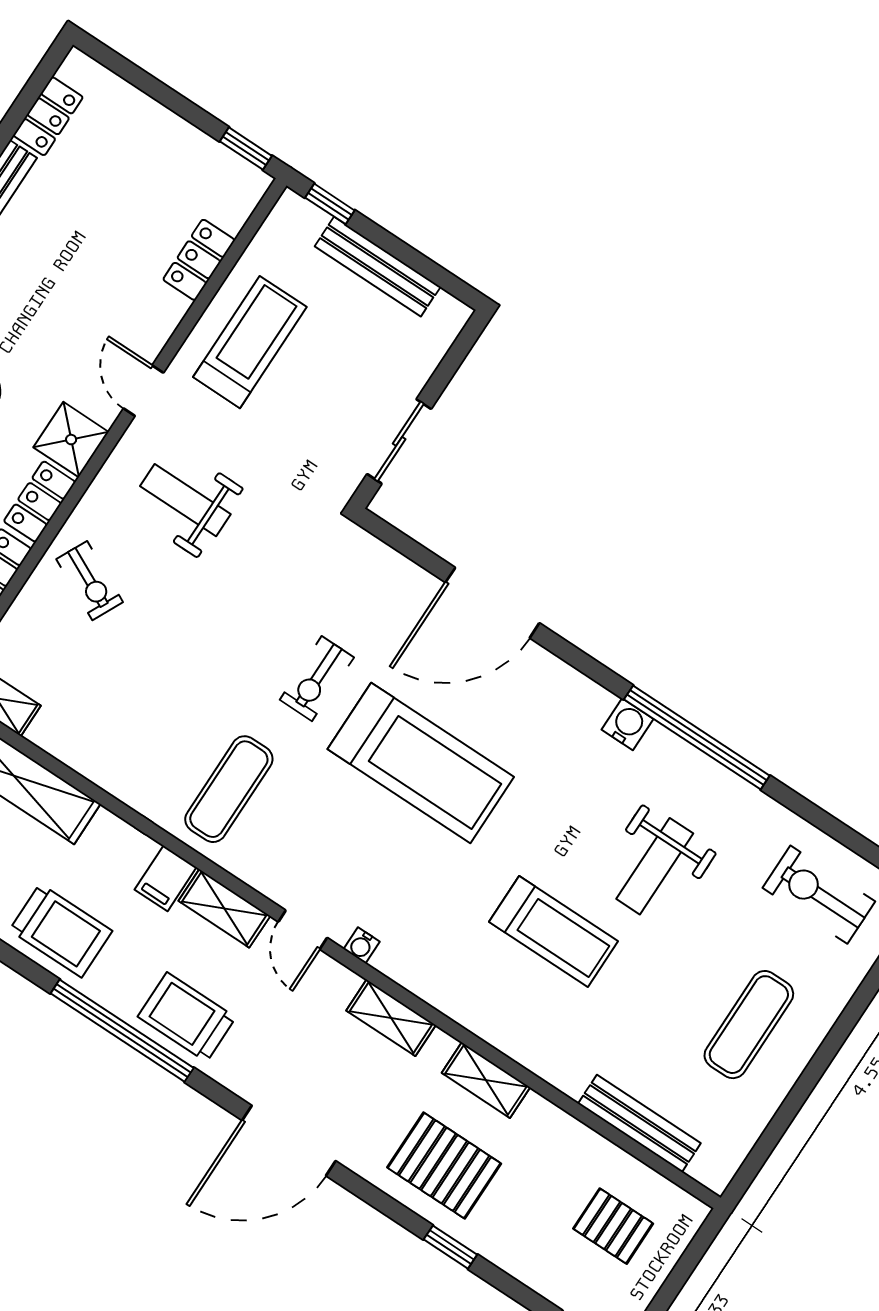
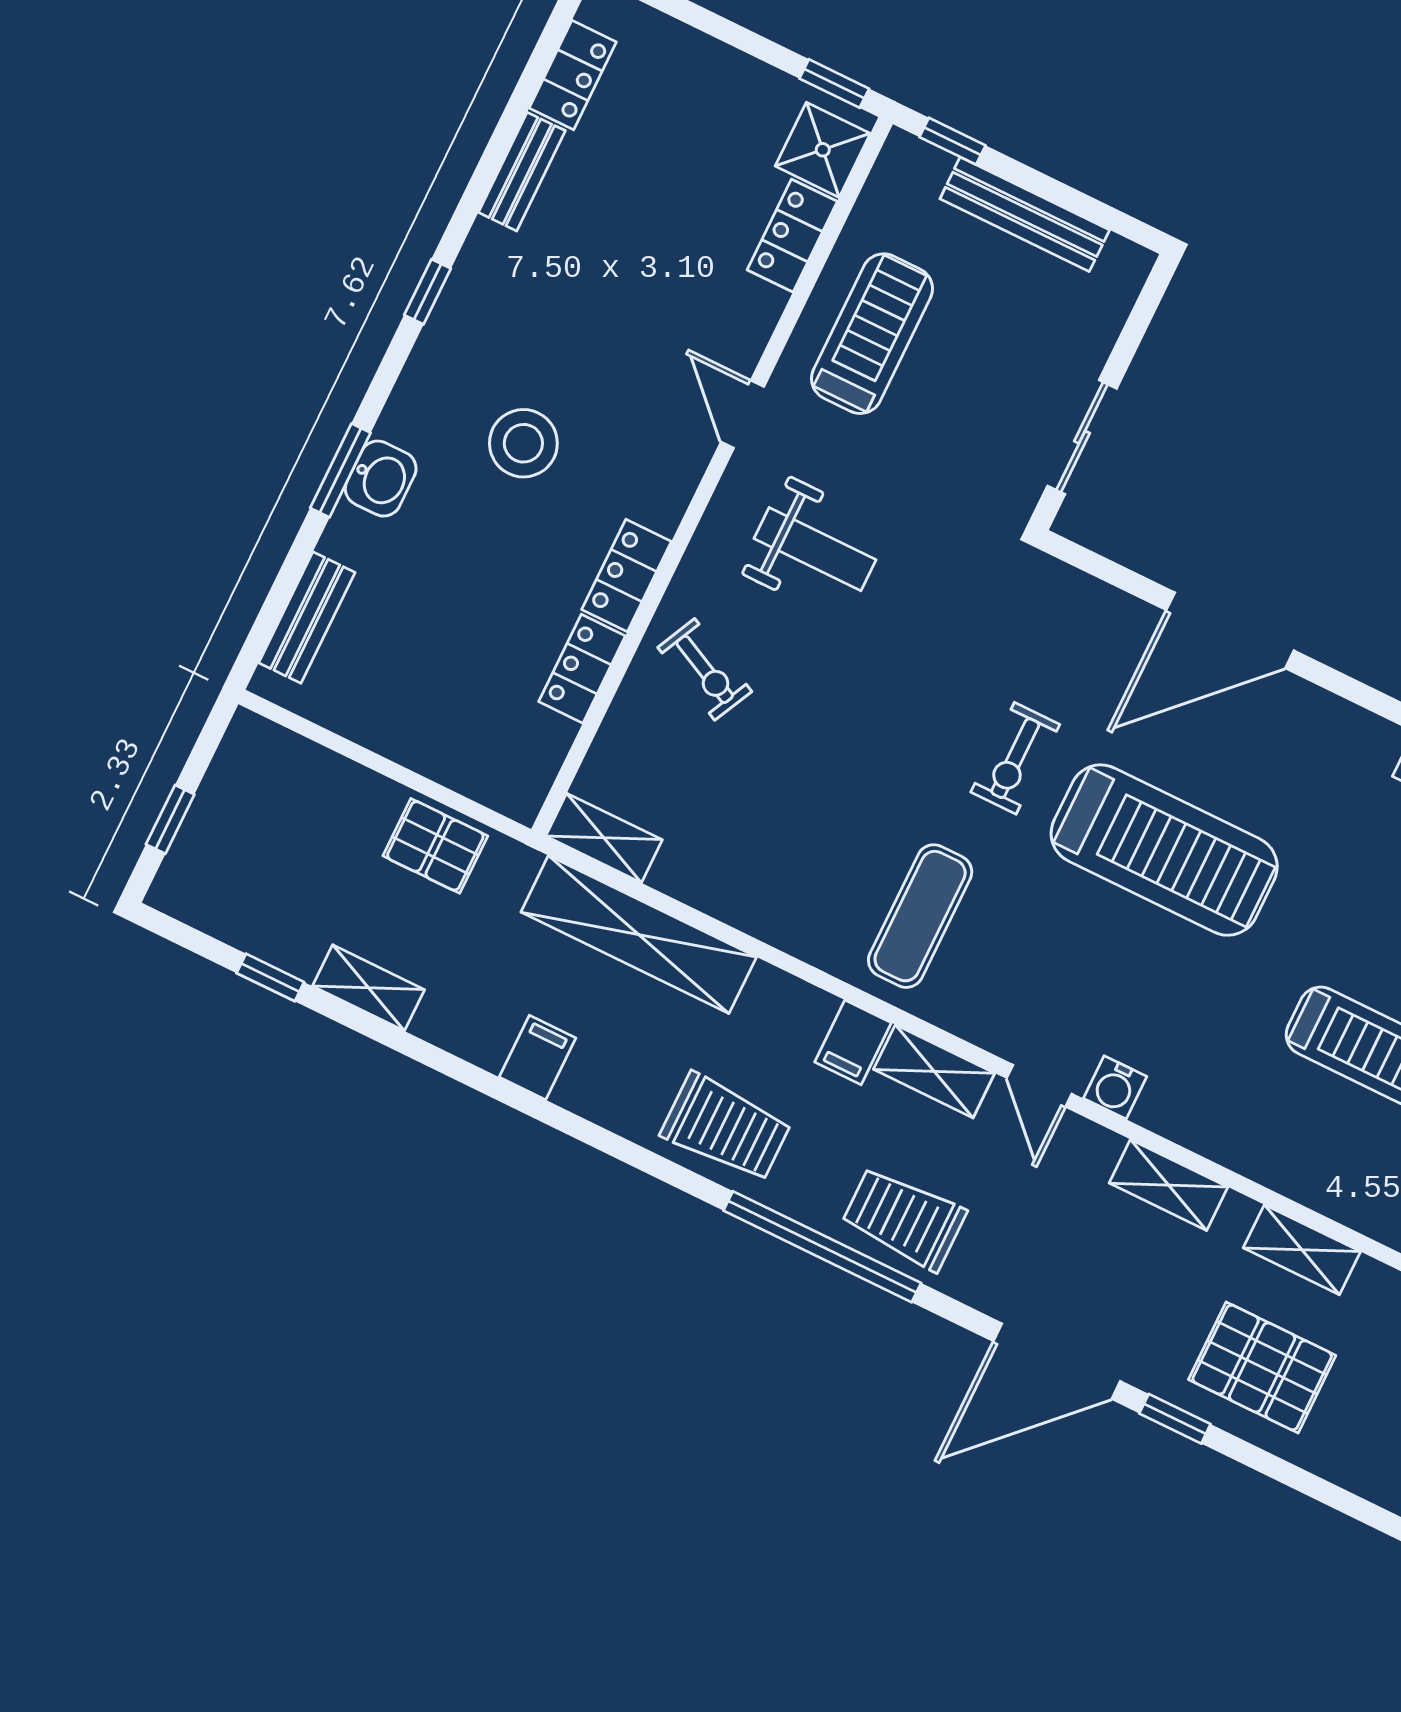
shower: (71, 440) -> (823, 150), moved
weight bench: (185, 500) -> (815, 549), turned 180
water cooler: (362, 945) -> (1115, 1087), width x1.38, depth x1.38
window: (450, 1247) -> (1175, 1419), moved

